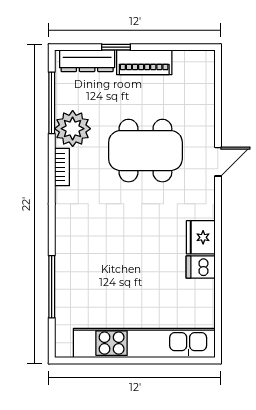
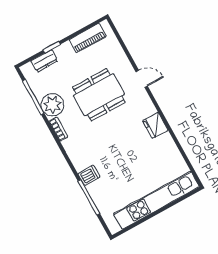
dresser: (87, 61) -> (44, 61), width x0.70
piano: (144, 62) -> (88, 38), moved
door: (218, 162) -> (142, 79), hinge flipped
dishwasher: (201, 267) -> (89, 175), moved, turned 180

